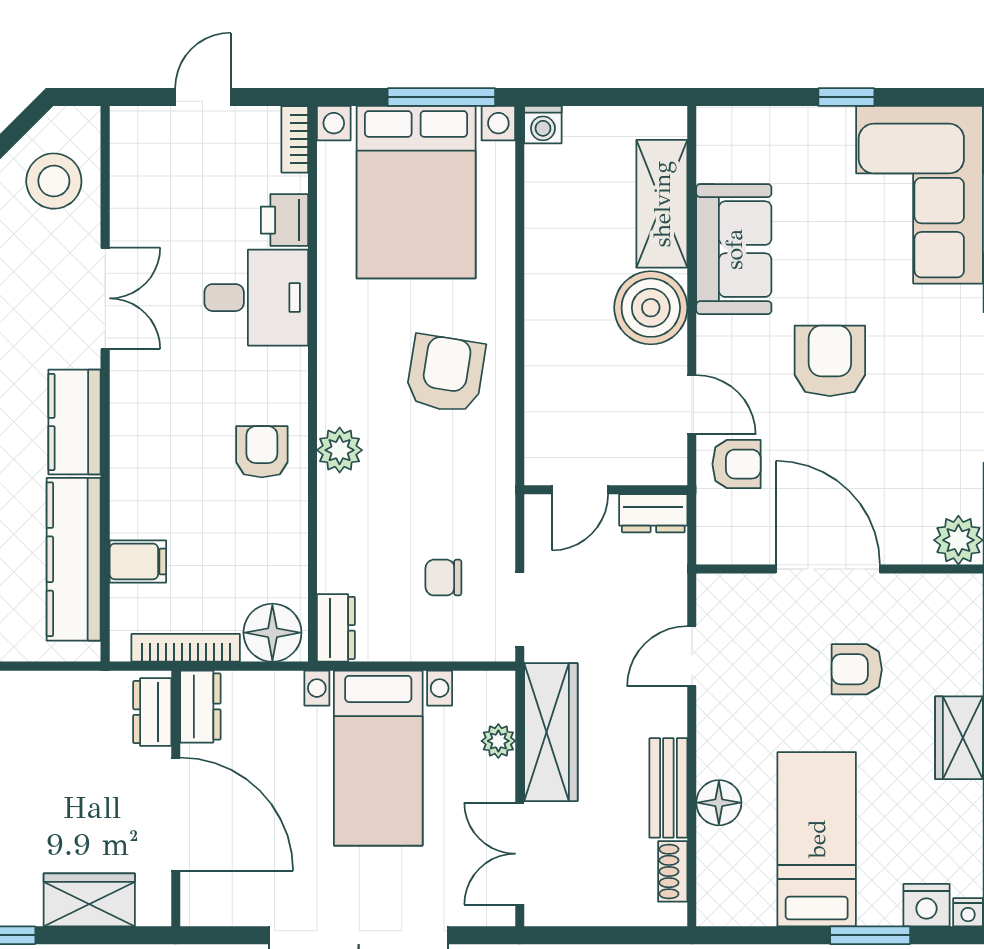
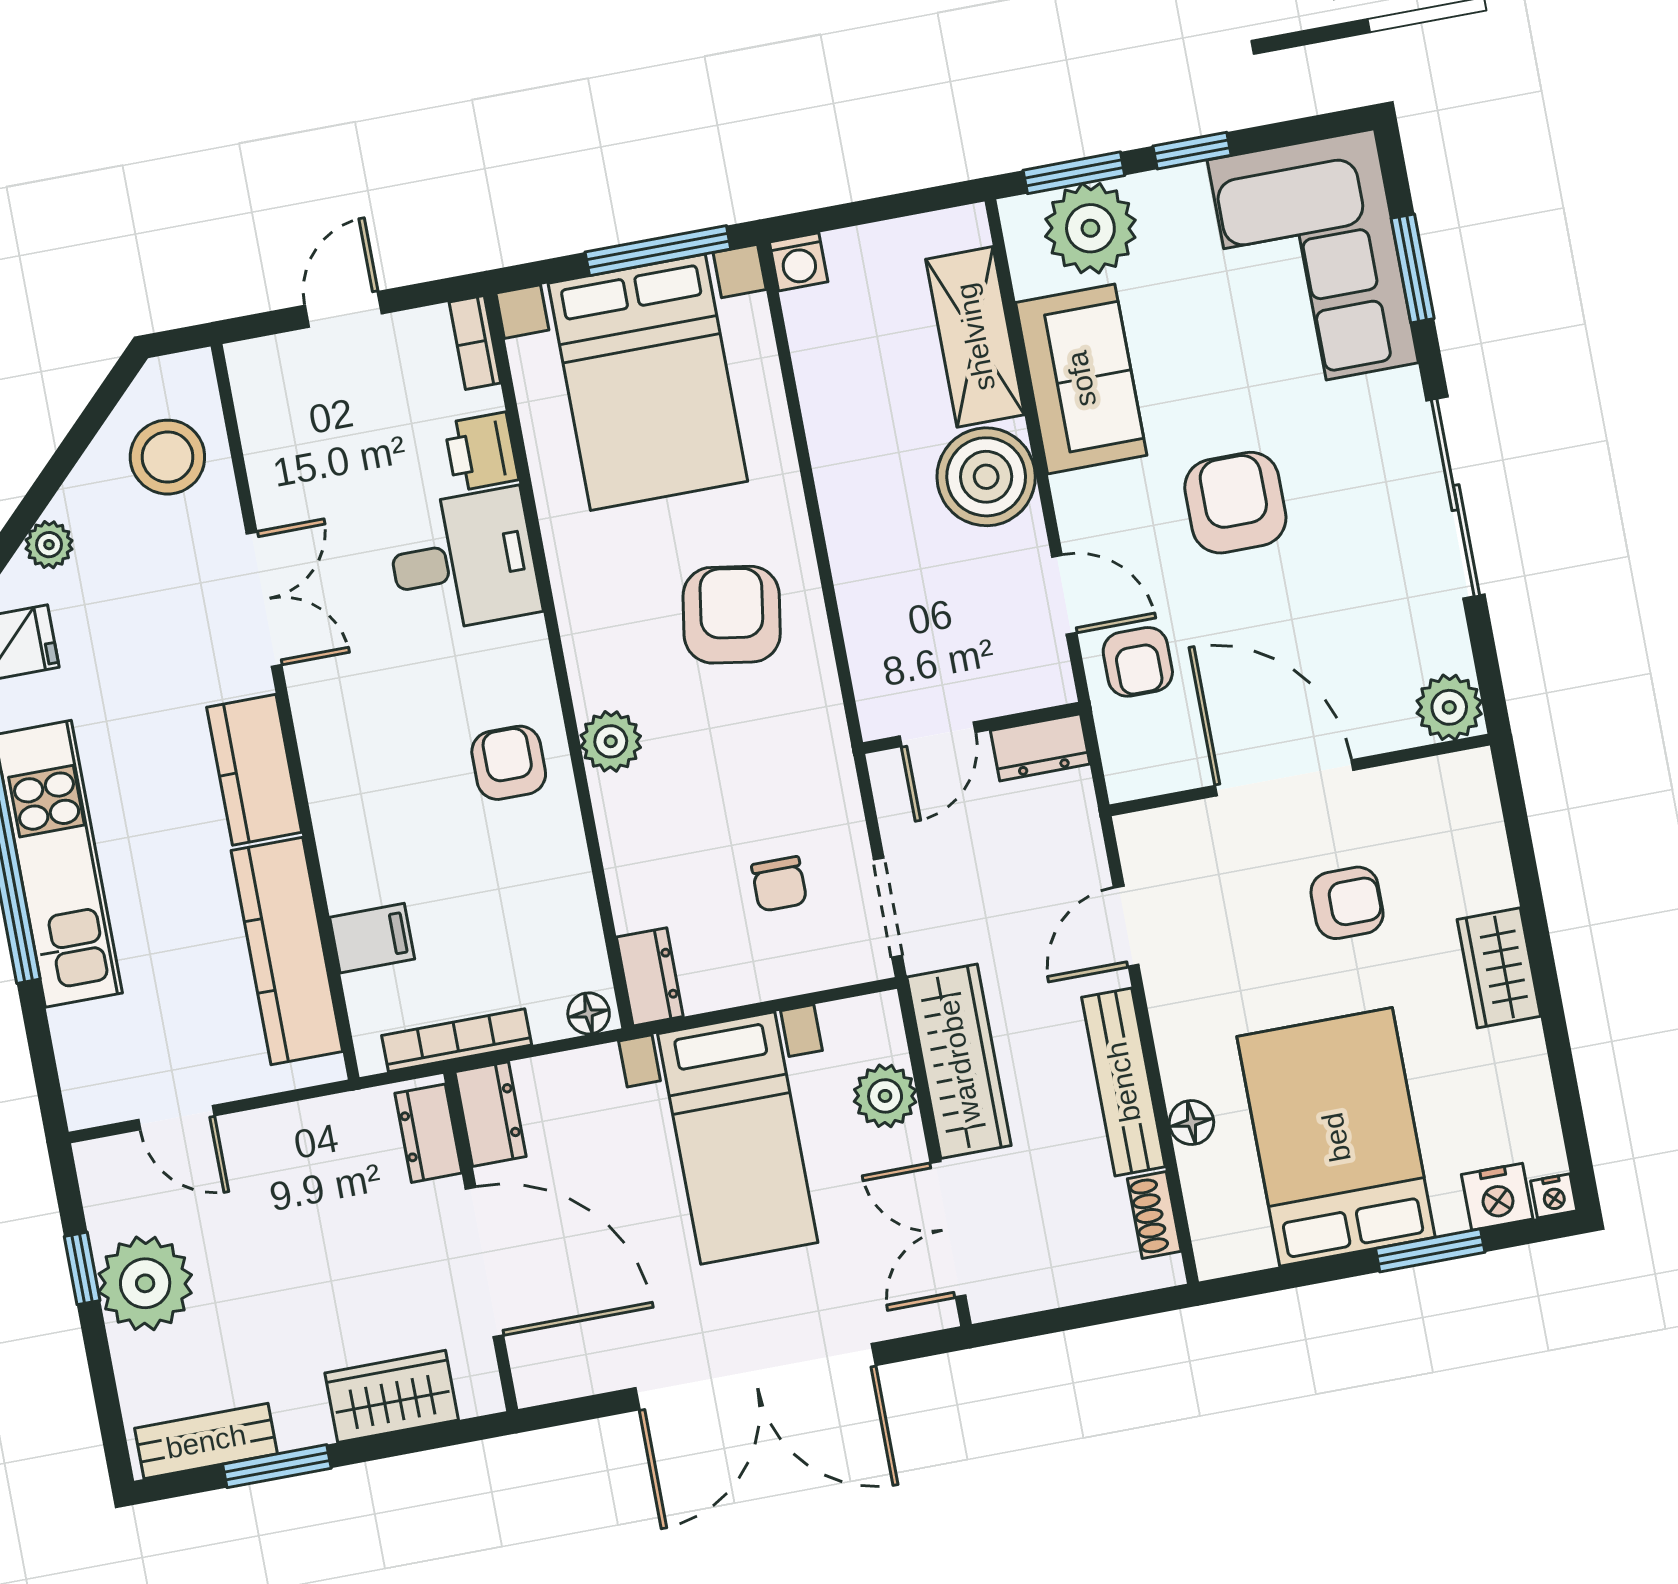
window: (757, 97) -> (1074, 173), added
plant: (761, 140) -> (1090, 228), added
armchair: (737, 464) -> (1138, 662), turned 90
chair: (443, 578) -> (779, 884), turned -90
floor lamp: (272, 633) -> (589, 1013), width x0.53, depth x0.53
armchair: (857, 669) -> (1347, 903), turned 180
plant: (498, 741) -> (885, 1096), width x1.38, depth x1.38
bench: (668, 788) -> (1123, 1082), width x1.36
floor lamp: (719, 803) -> (1191, 1122), width x0.73, depth x0.73
bed: (817, 839) -> (1336, 1137), width x1.50

